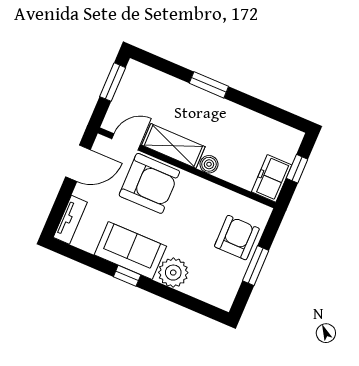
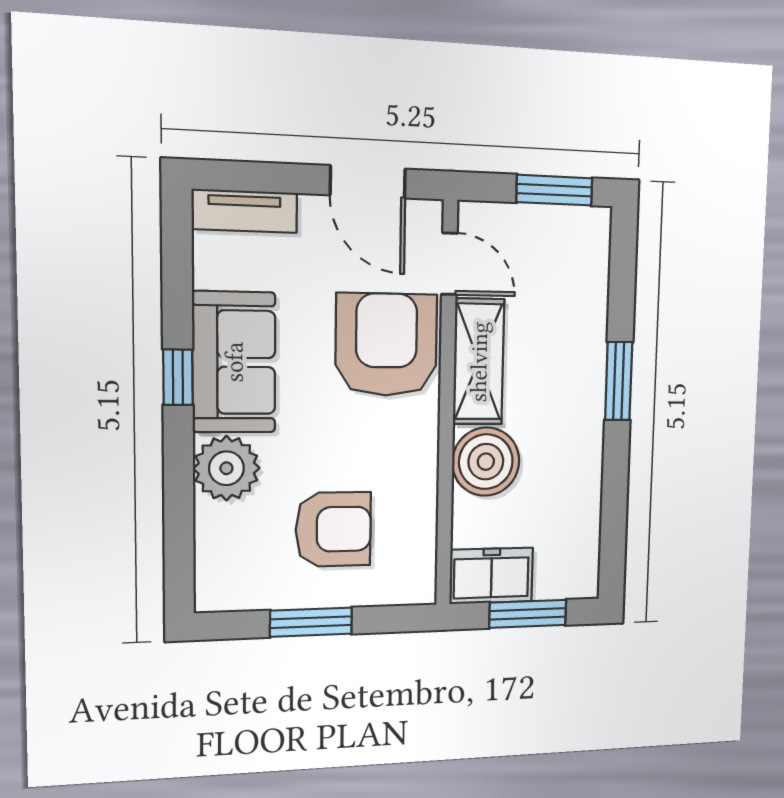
boiler: (209, 164) -> (486, 462), width x1.86, depth x1.86
window: (297, 169) -> (528, 614), width x1.50
armchair: (149, 183) -> (386, 345), turned 180
armchair: (237, 238) -> (333, 529), moved

